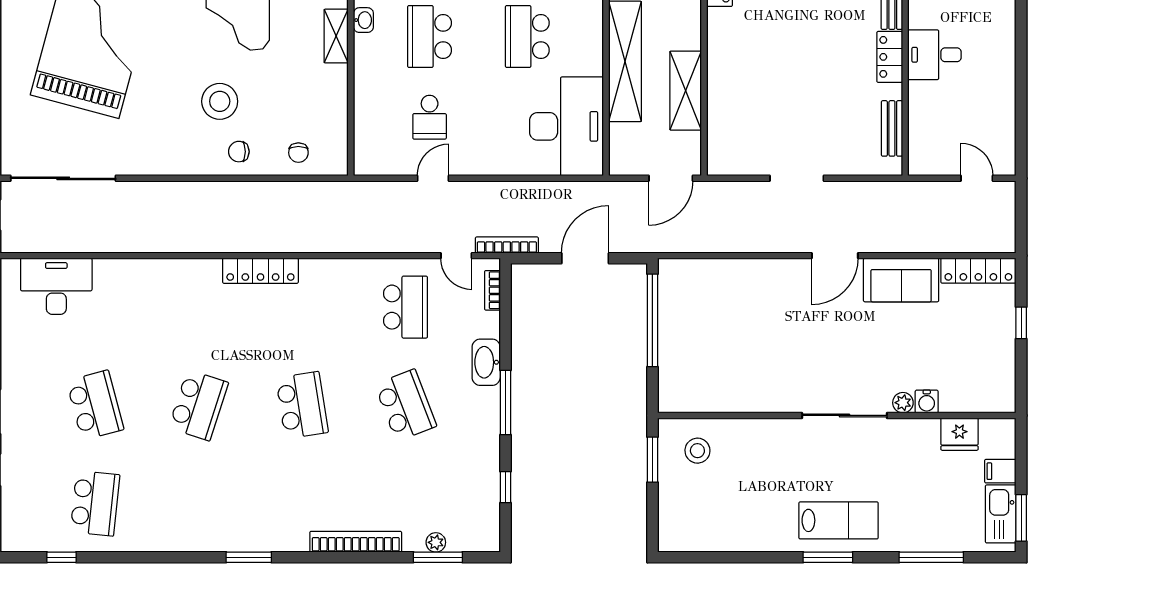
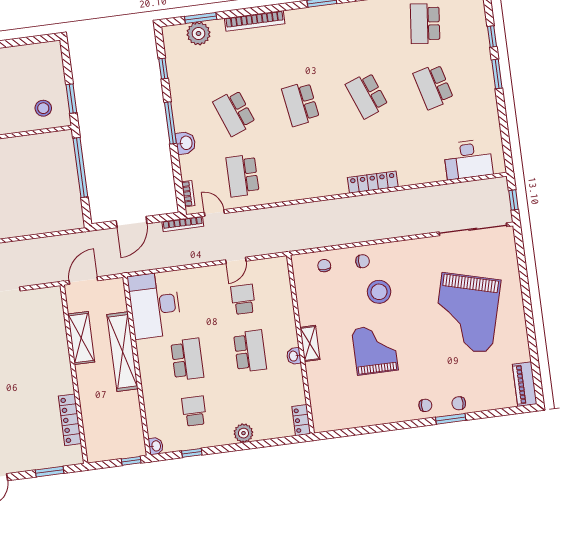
locker: (260, 271) -> (373, 182), moved
window: (652, 320) -> (80, 168), moved
washbasin: (486, 362) -> (186, 143), width x0.72
school desk: (199, 405) -> (367, 95), turned -39
plant: (436, 542) -> (199, 33), width x1.87, depth x1.87

